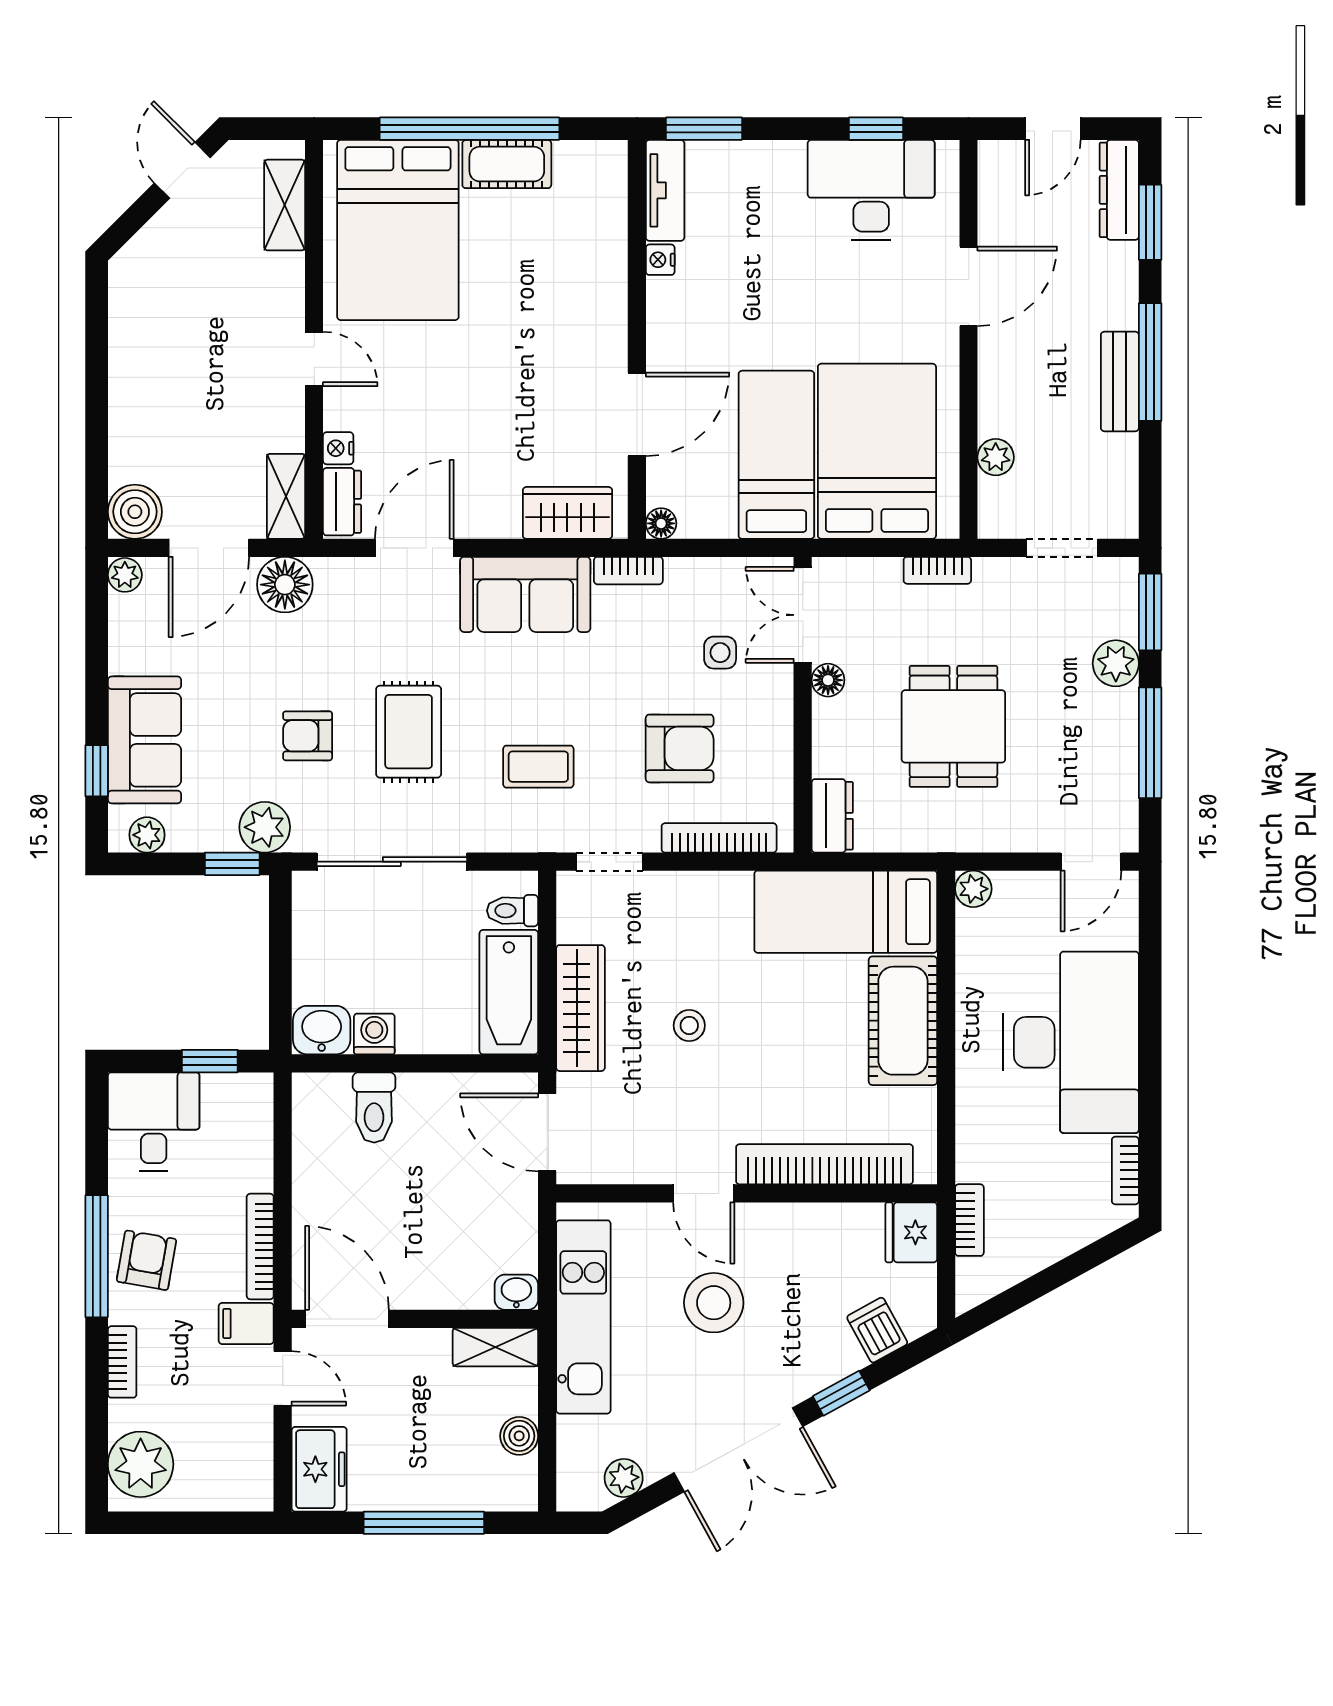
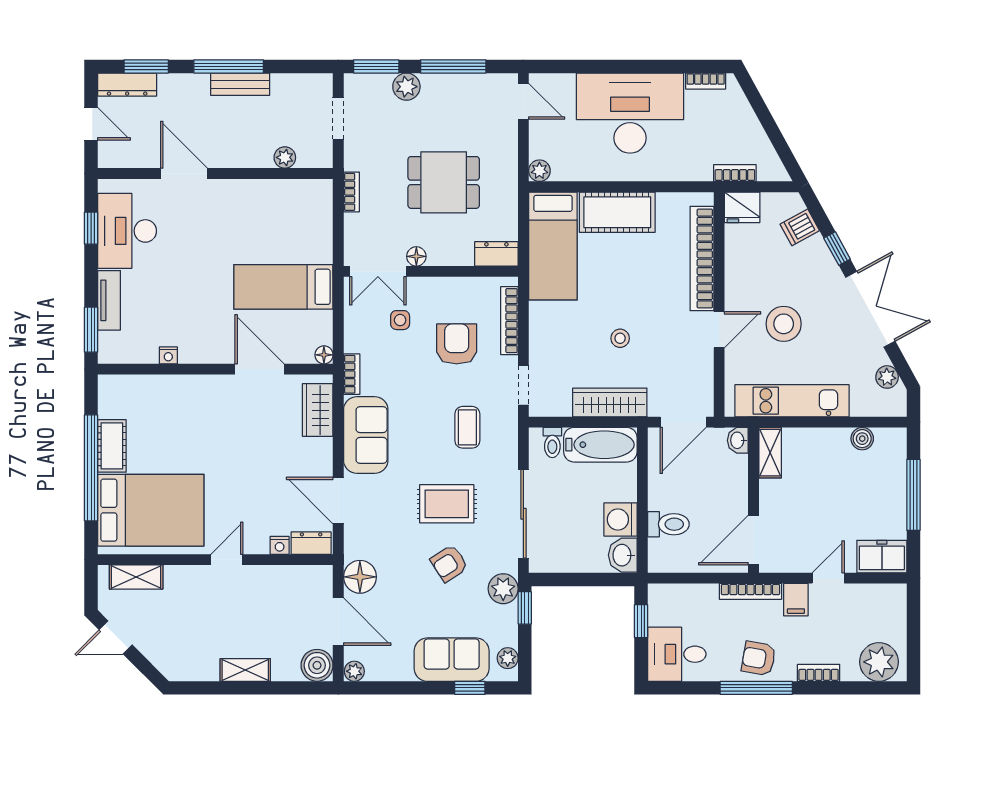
tv unit: (665, 190) -> (109, 300), moved, turned 90
bed: (877, 451) -> (281, 228), removed
shelving: (286, 496) -> (245, 670), moved
armchair: (308, 736) -> (449, 563), turned 57
washing machine: (374, 1034) -> (621, 520), width x1.38, depth x1.38
washbasin: (516, 1292) -> (738, 440), moved
door: (347, 1319) -> (753, 540), moved
wall: (415, 1319) -> (753, 500), moved
shelving: (495, 1347) -> (770, 453), moved

